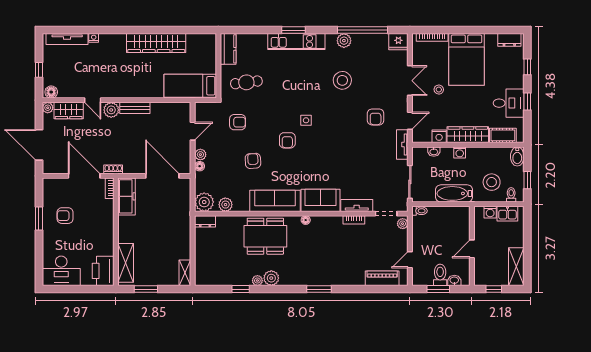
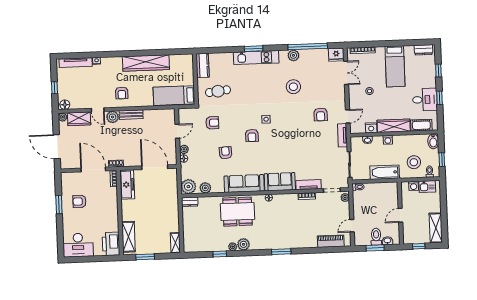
bed: (466, 59) -> (395, 66), width x0.67
armchair: (124, 80) -> (122, 93), added
double door: (410, 81) -> (346, 73), moved

